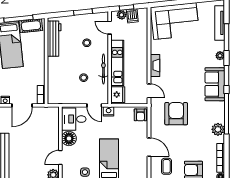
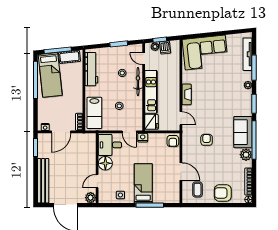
bicycle: (103, 69) -> (138, 82), moved
sofa: (215, 84) -> (243, 132), moved
lab bench: (57, 85) -> (94, 113), added
armchair: (176, 114) -> (207, 140), width x0.53, depth x0.53

